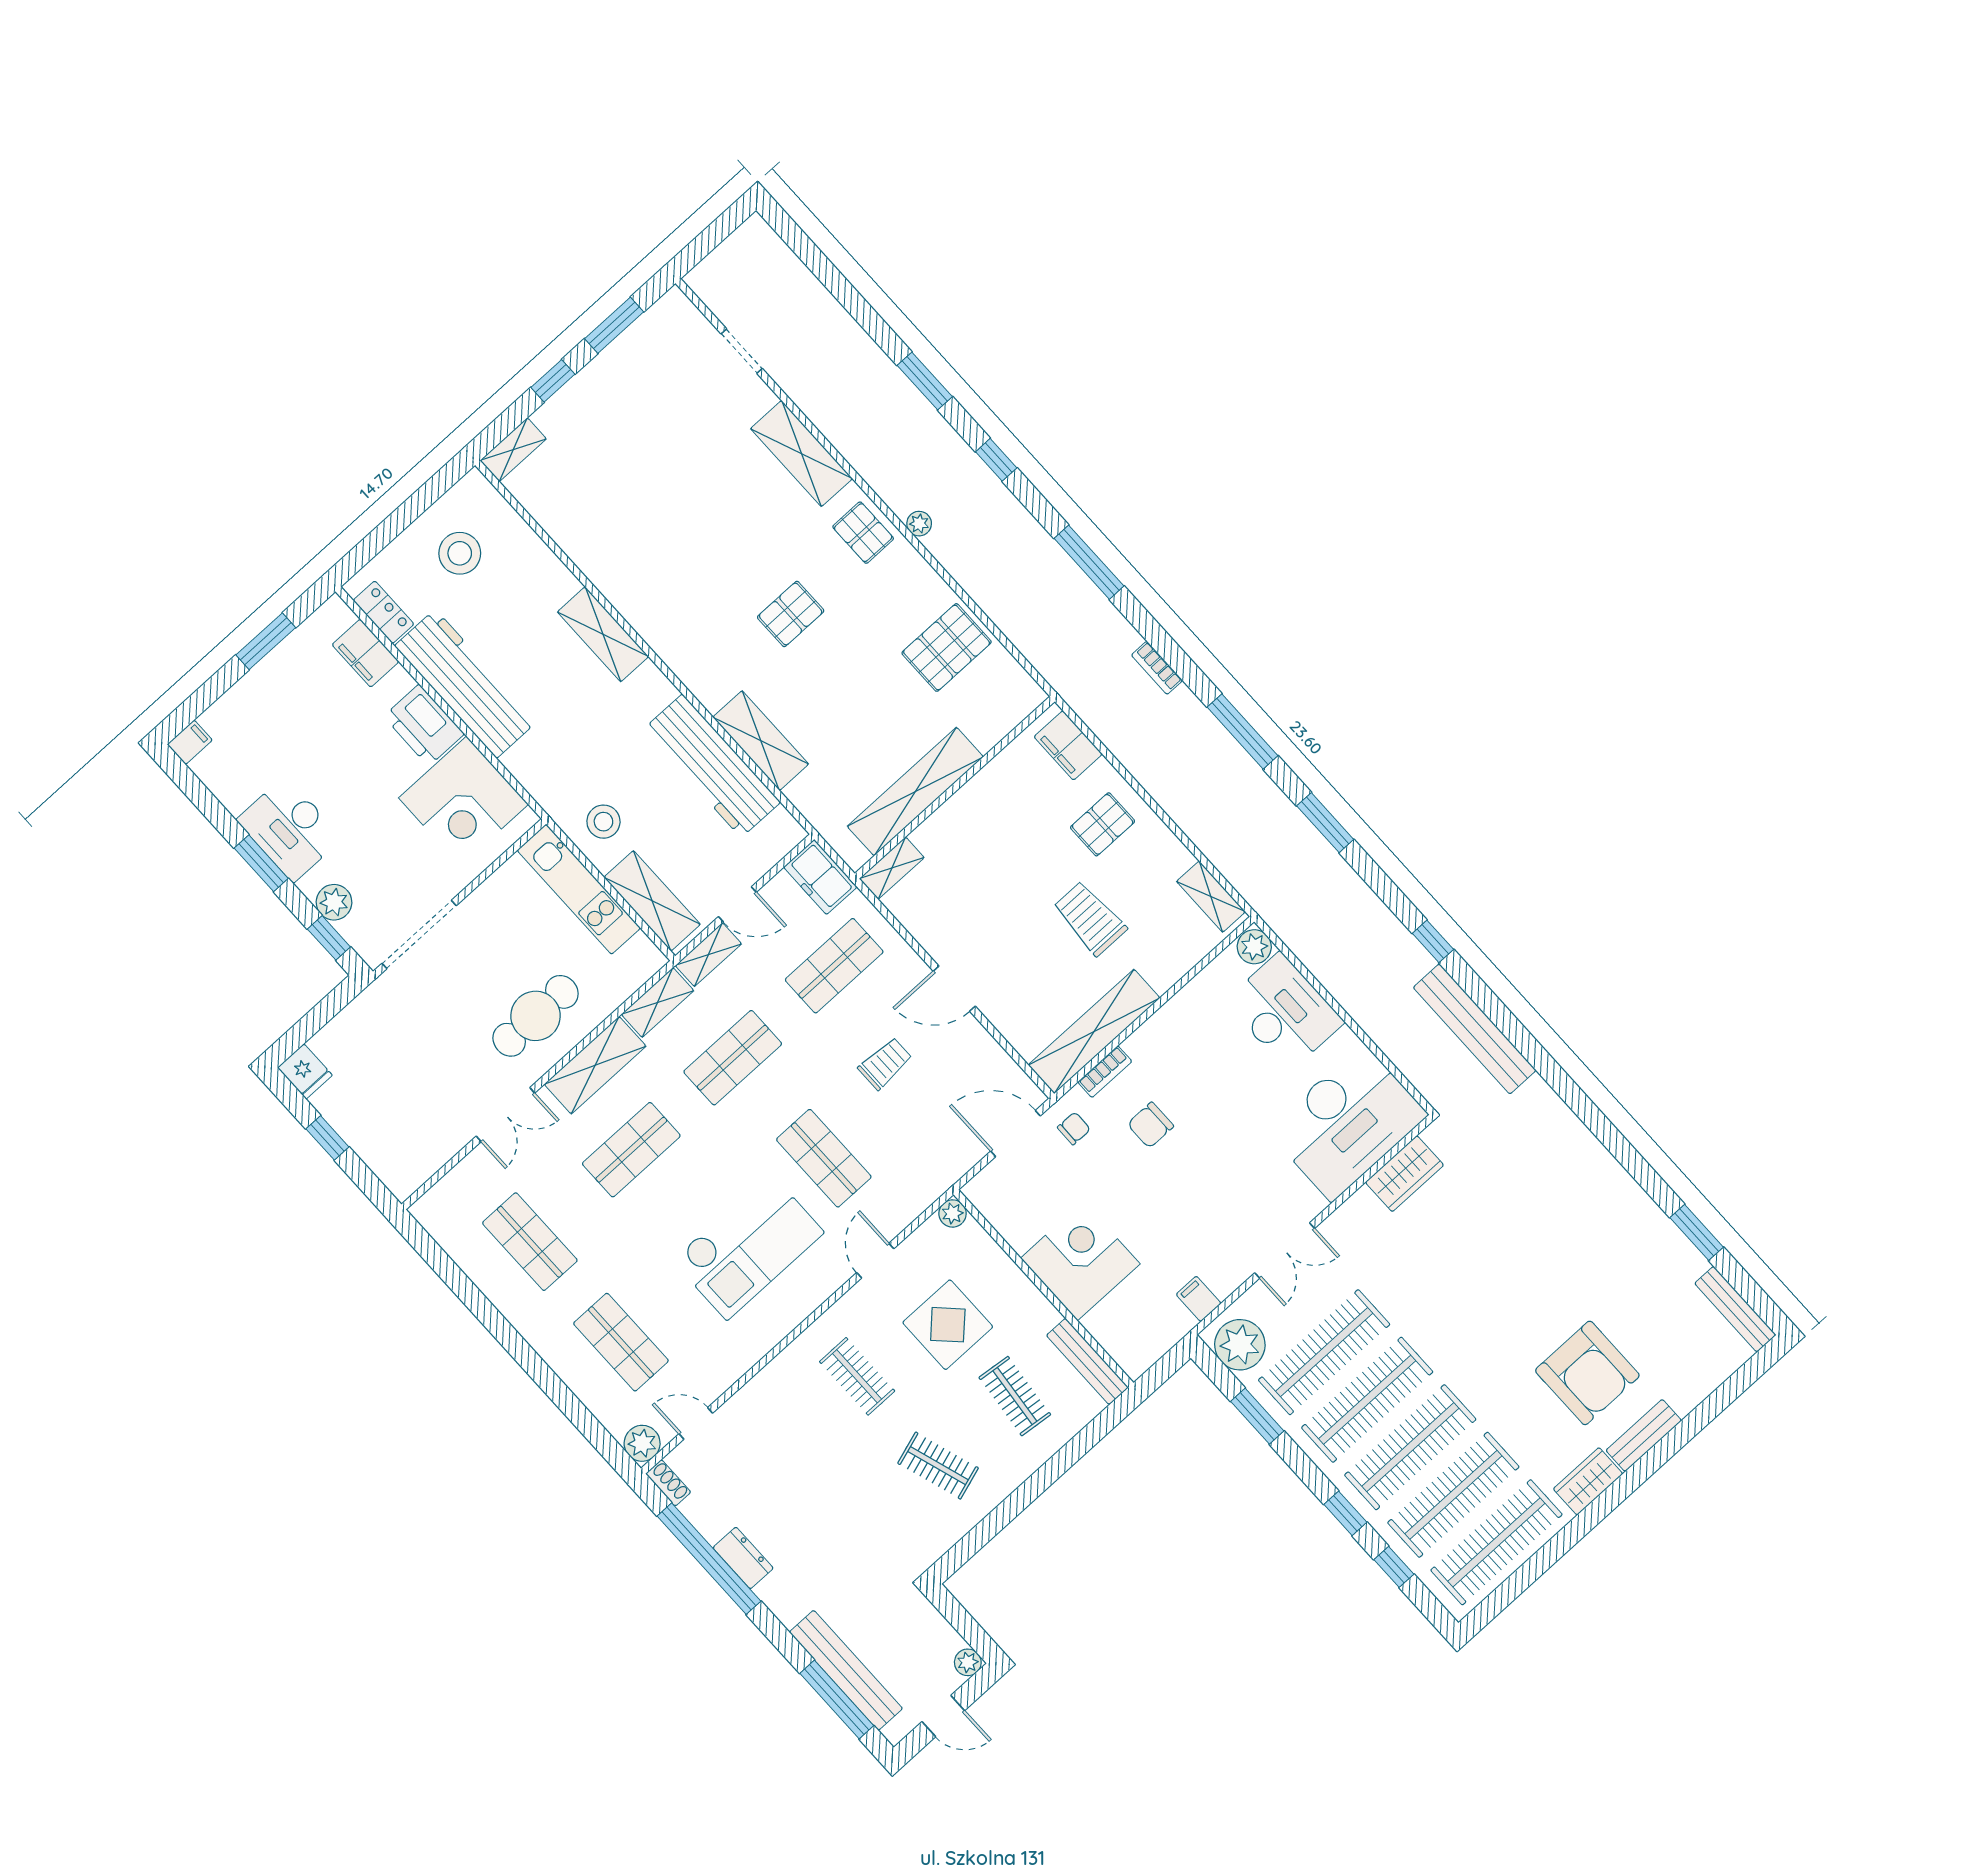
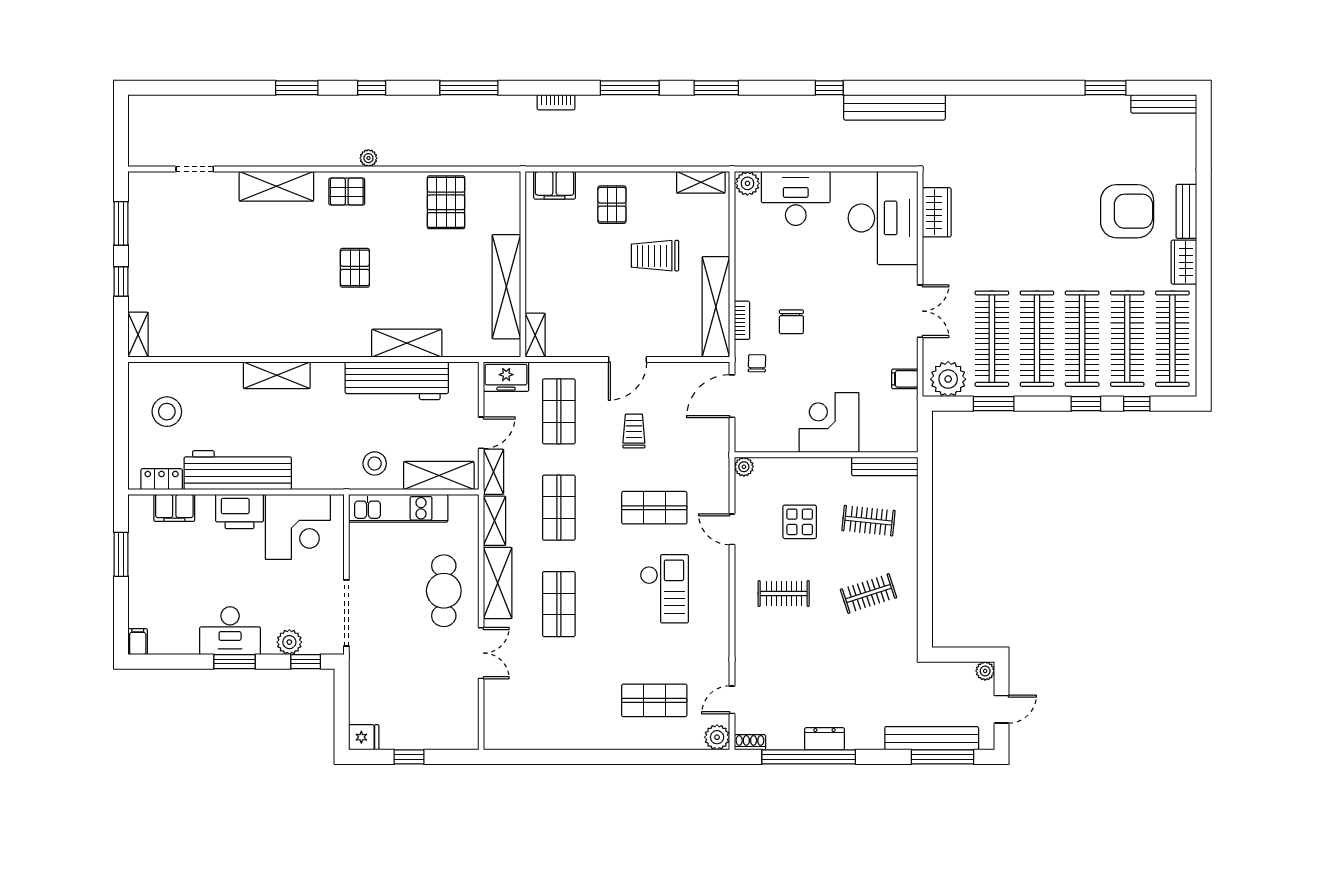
shop shelf: (530, 1242) -> (559, 700), removed
checkout: (748, 1246) -> (664, 589), width x0.73, depth x0.83
display table: (948, 1325) -> (800, 522), width x0.73, depth x0.73

